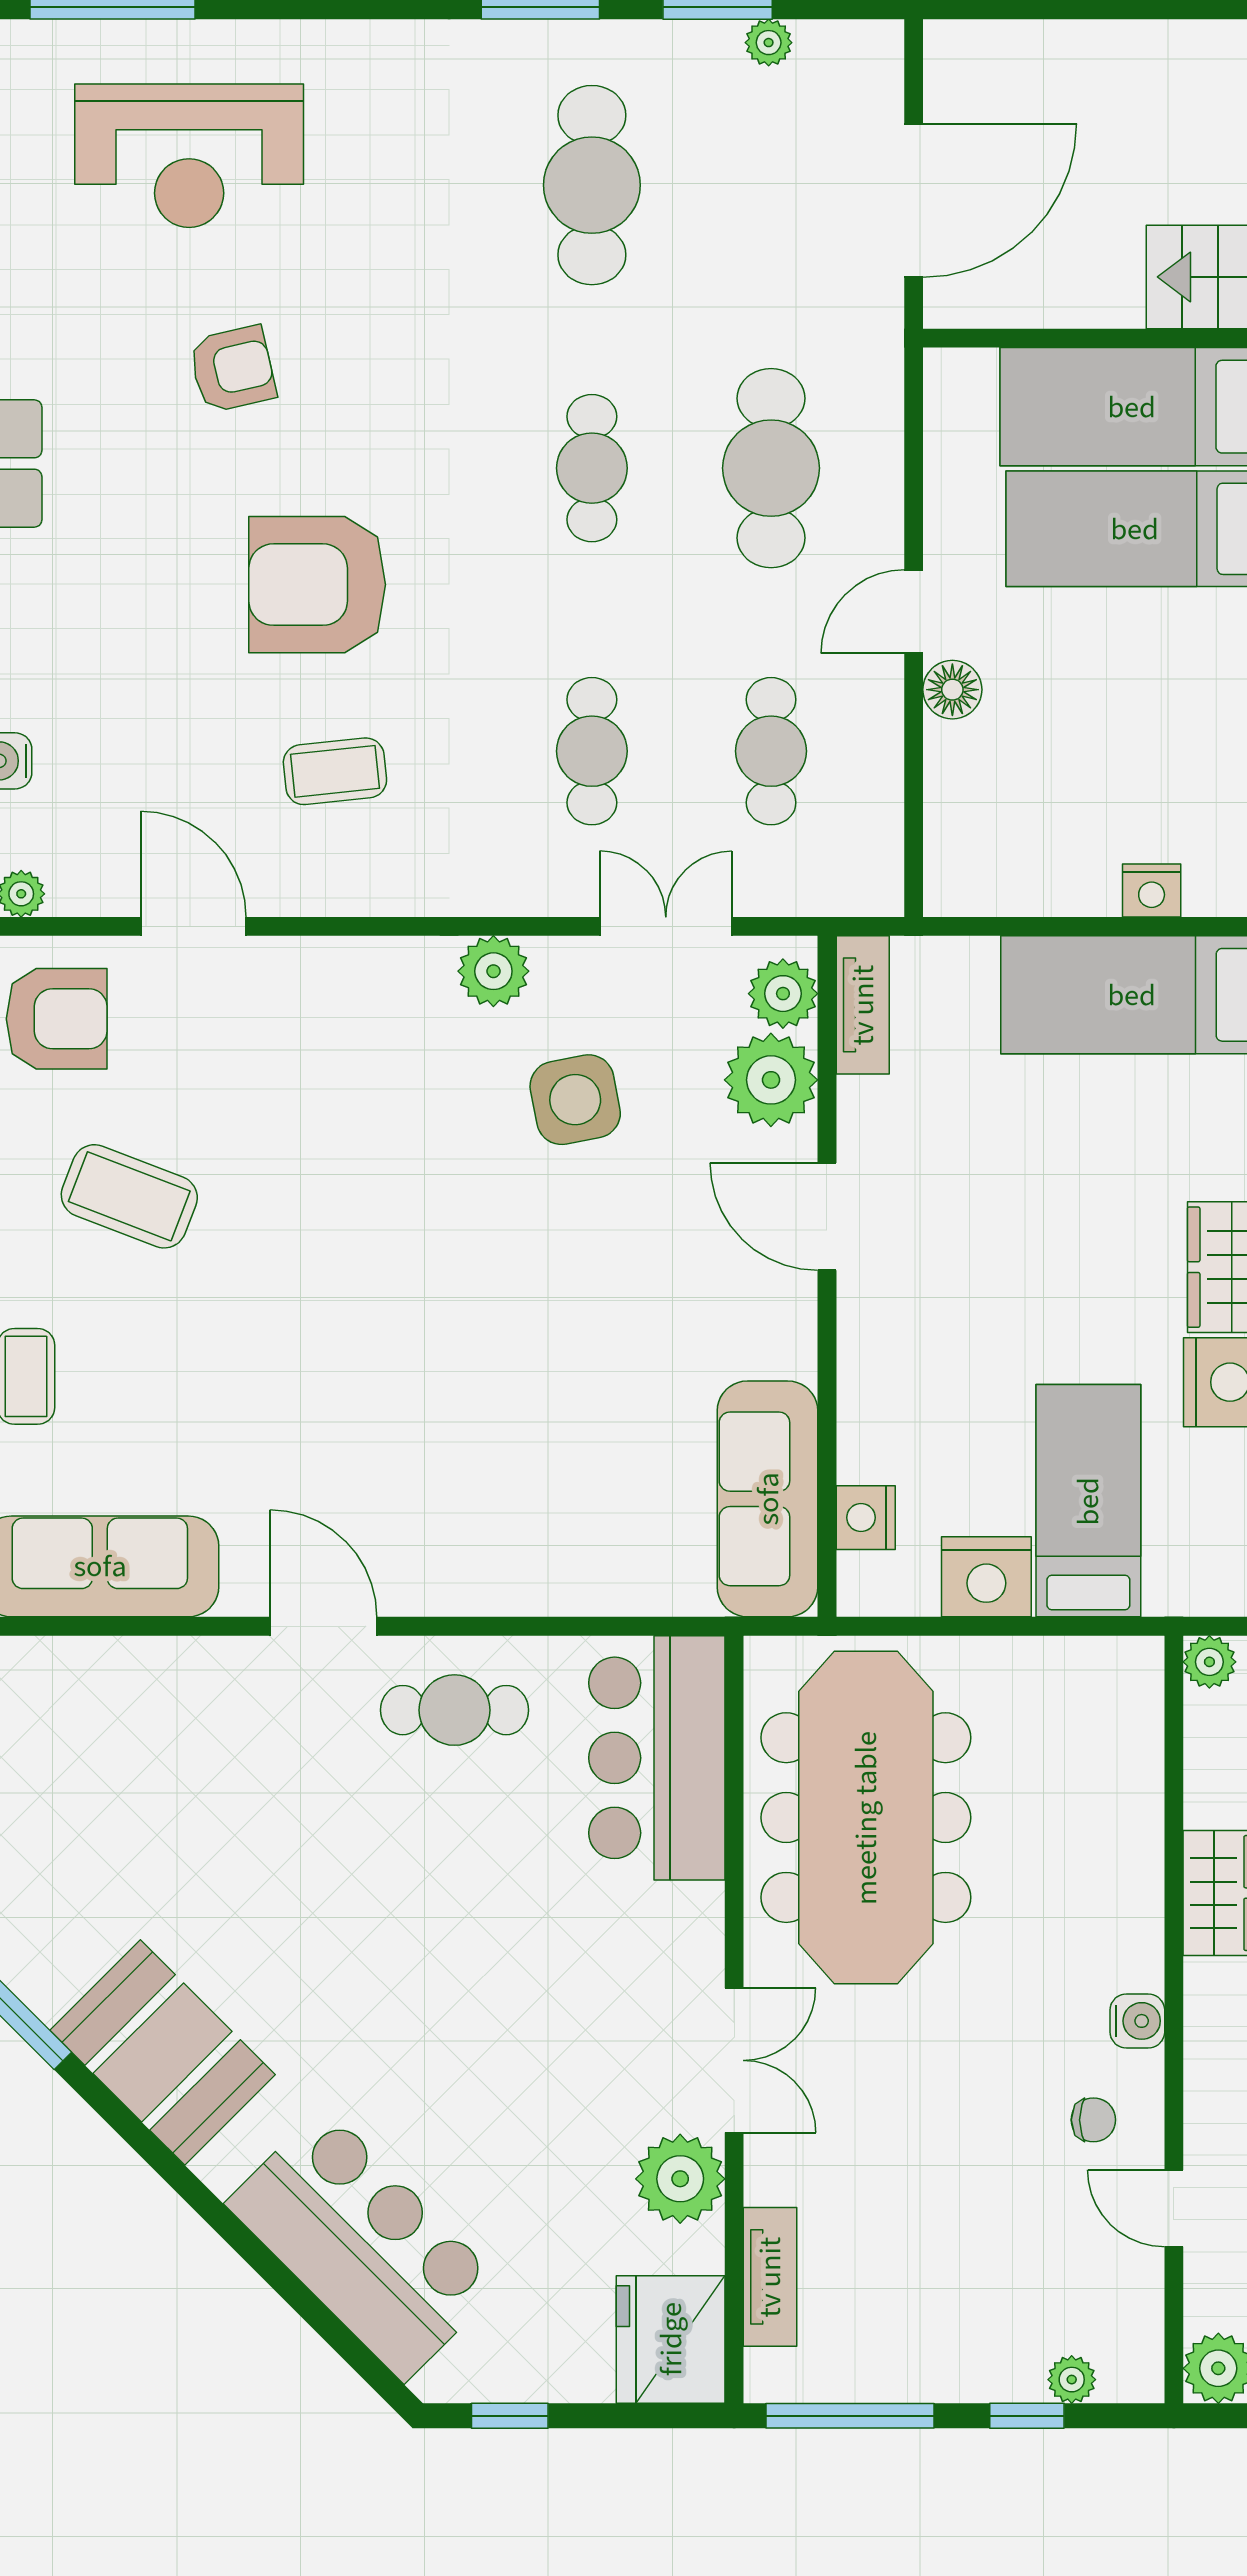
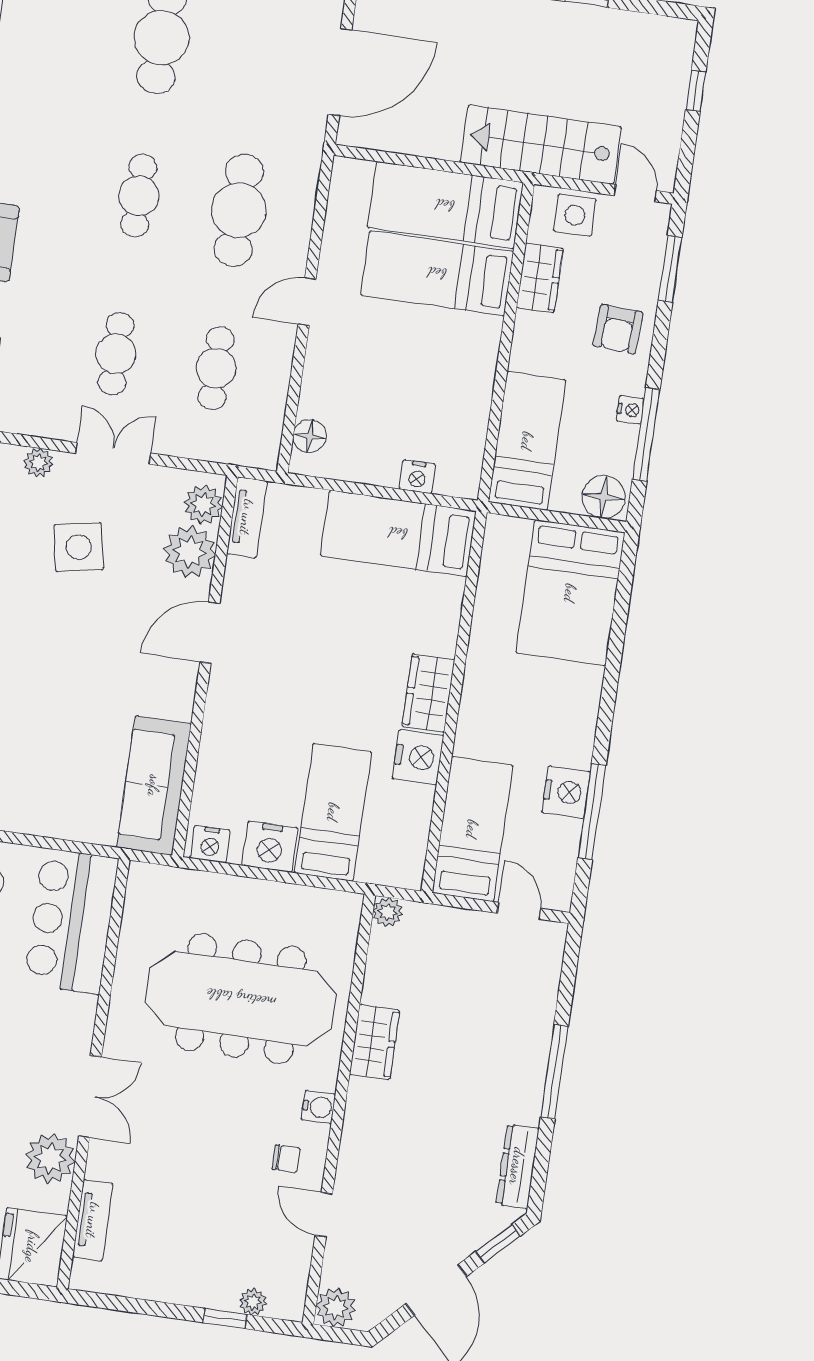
floor lamp: (952, 690) -> (310, 436), moved
double door: (666, 926) -> (113, 453), moved
plant: (493, 971) -> (39, 463), width x0.73, depth x0.73
door: (827, 1217) -> (210, 633), hinge flipped
nightstand: (866, 1518) -> (210, 844), moved, turned -90
meeting table: (866, 1818) -> (241, 998), moved, turned 90
window: (850, 2416) -> (126, 1304), removed

